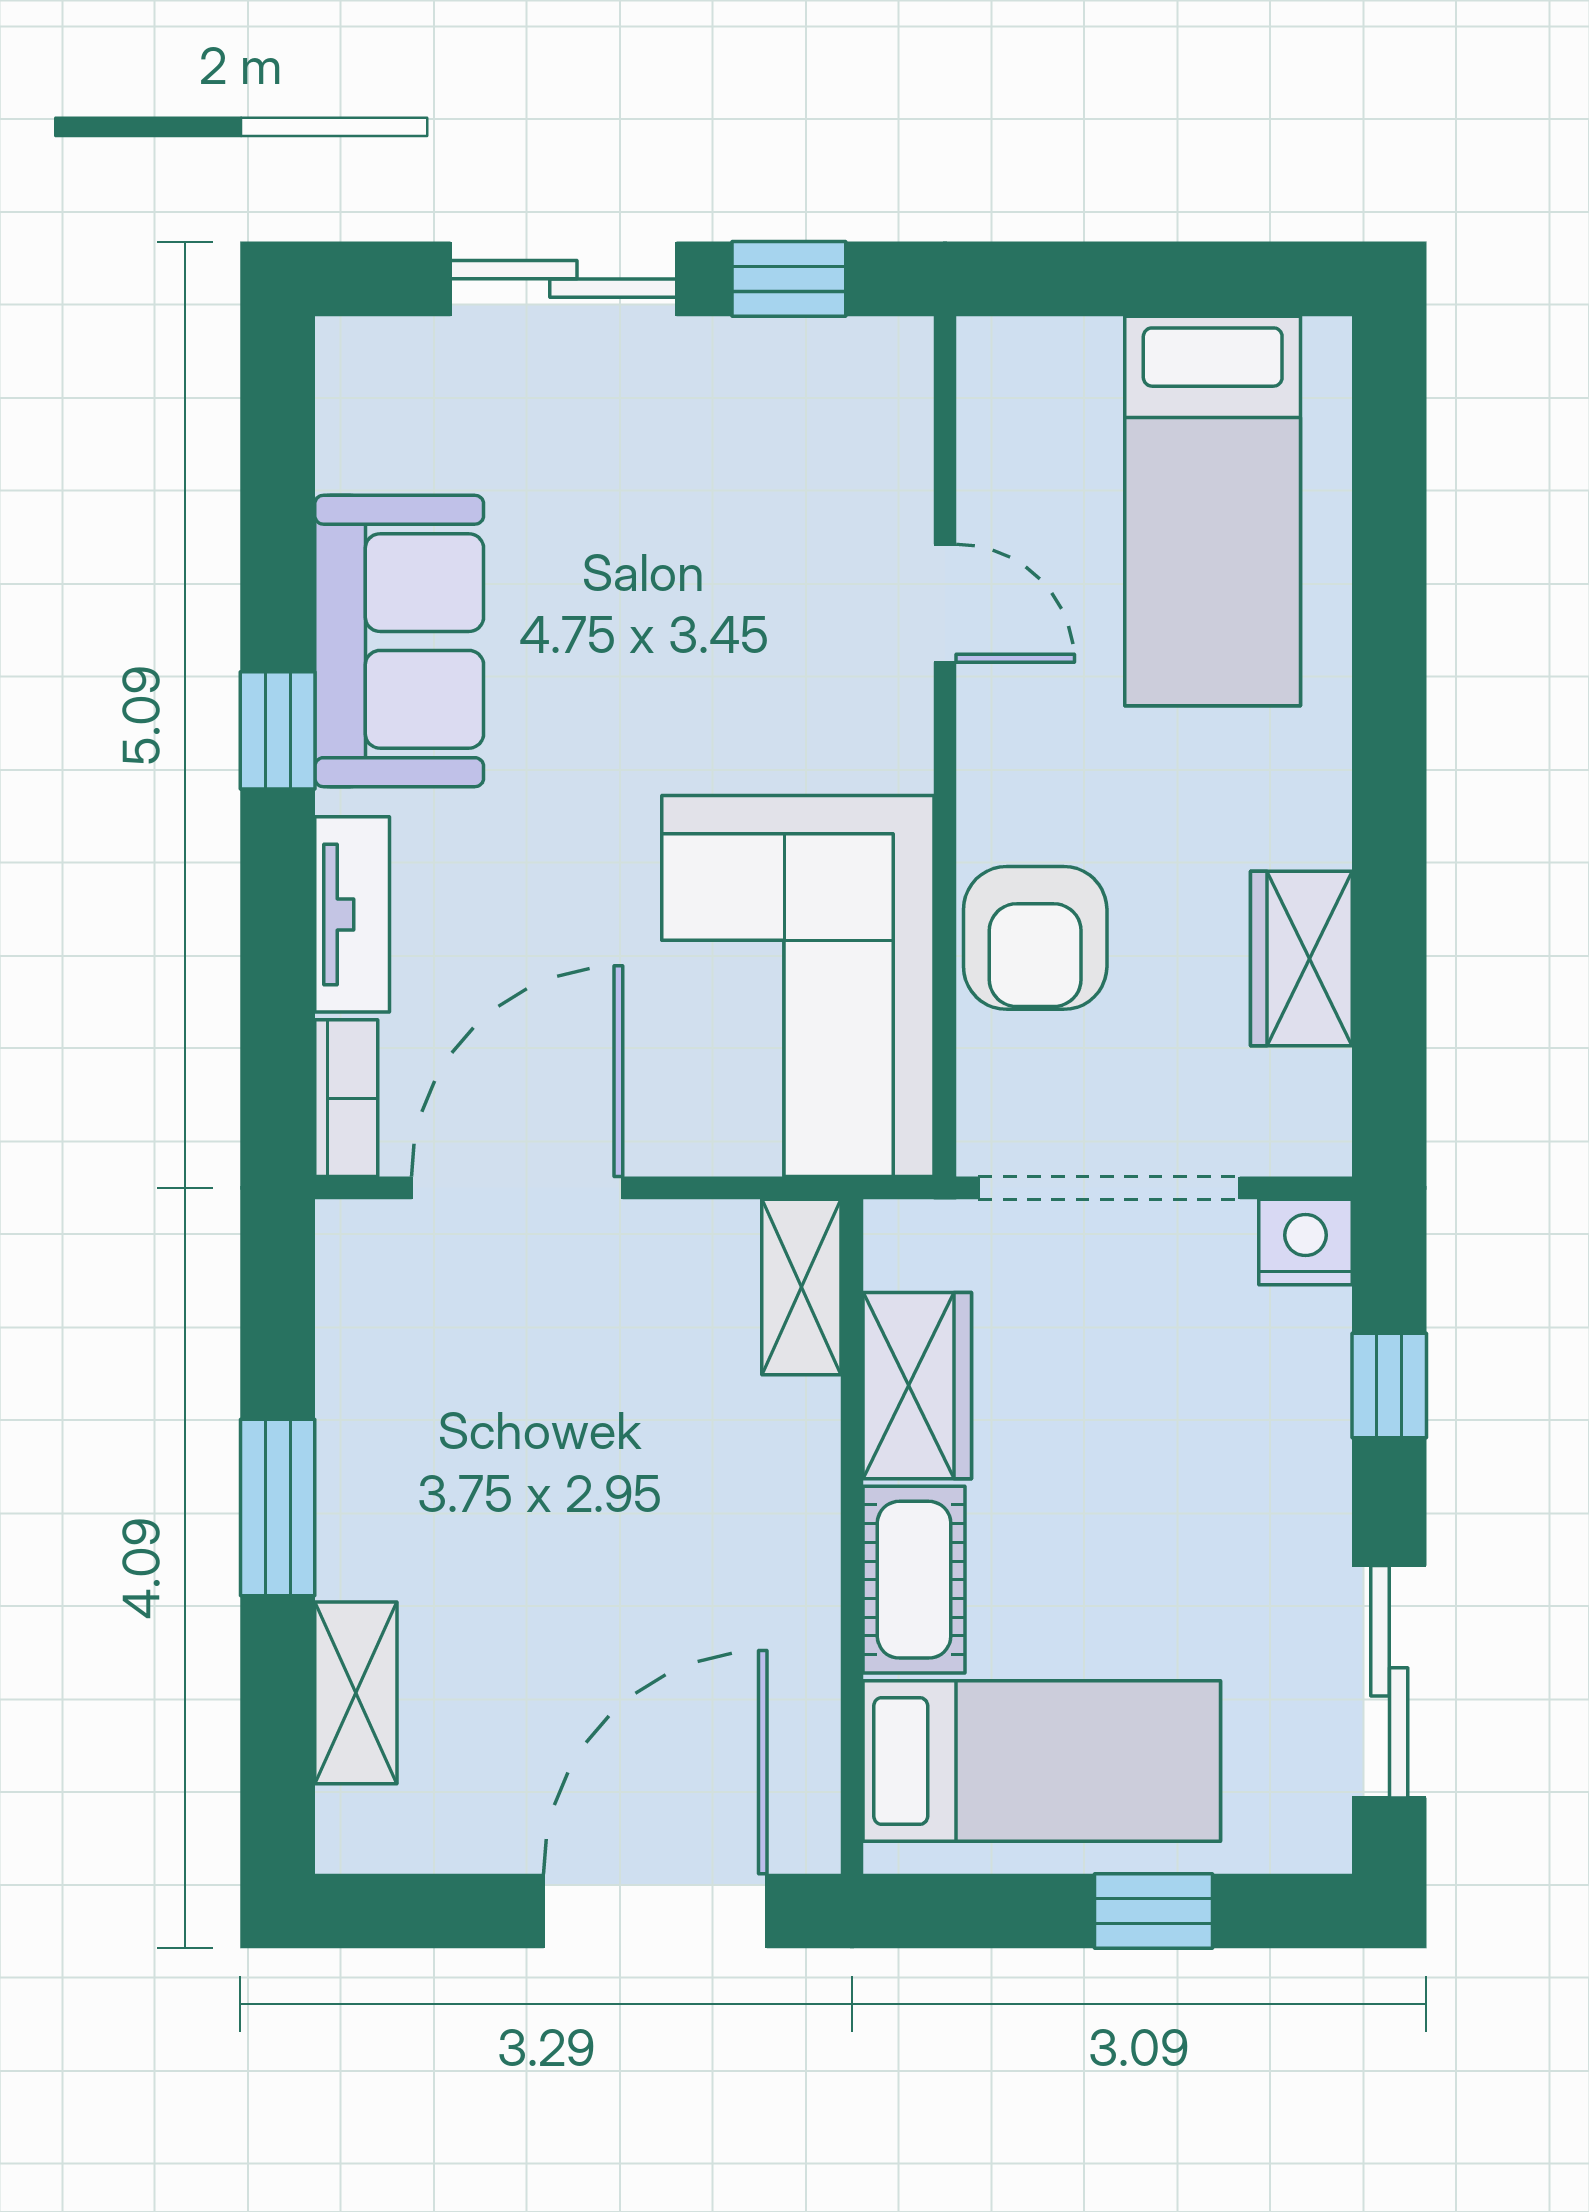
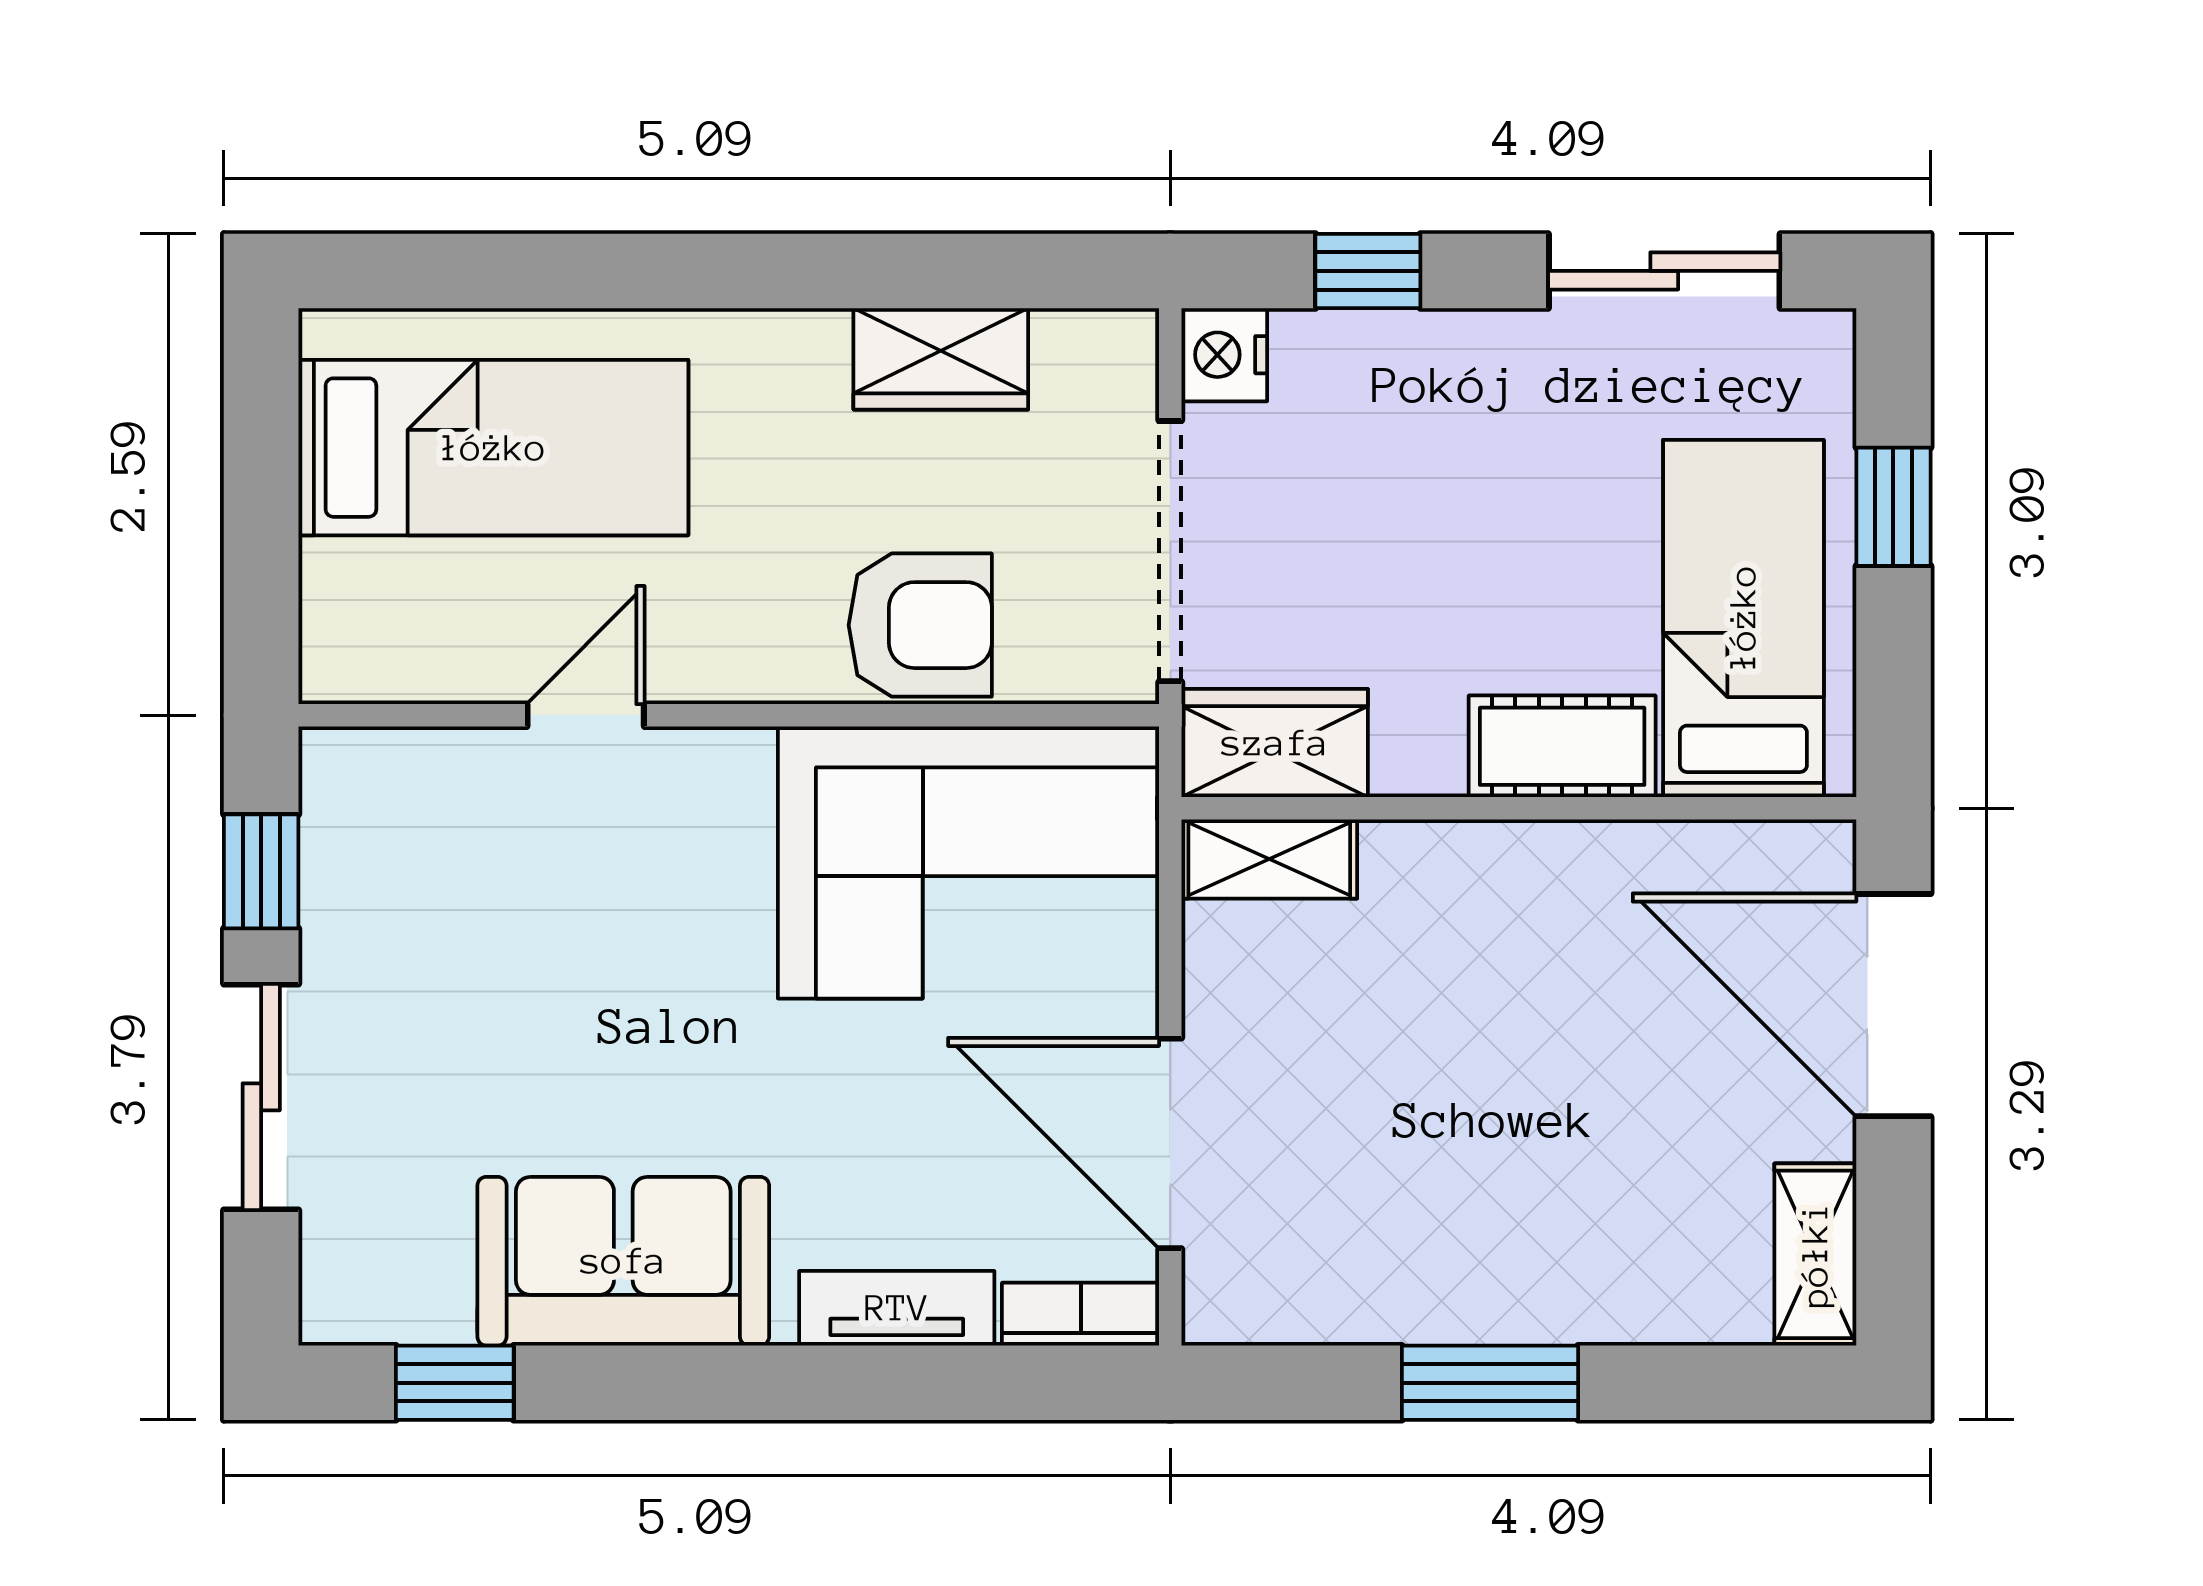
window: (278, 730) -> (455, 1383), moved
wardrobe: (917, 1386) -> (1275, 743), moved
shelving: (356, 1693) -> (1815, 1254), moved, turned 90

